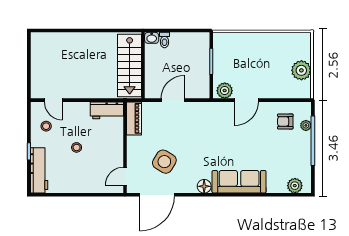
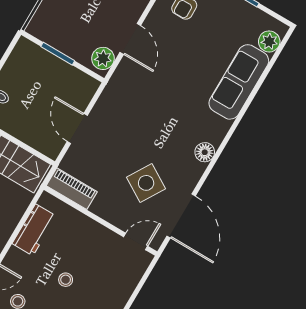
workbench: (107, 110) -> (34, 230), moved
door: (125, 176) -> (136, 242), swing flipped
sofa: (239, 182) -> (239, 82), moved

